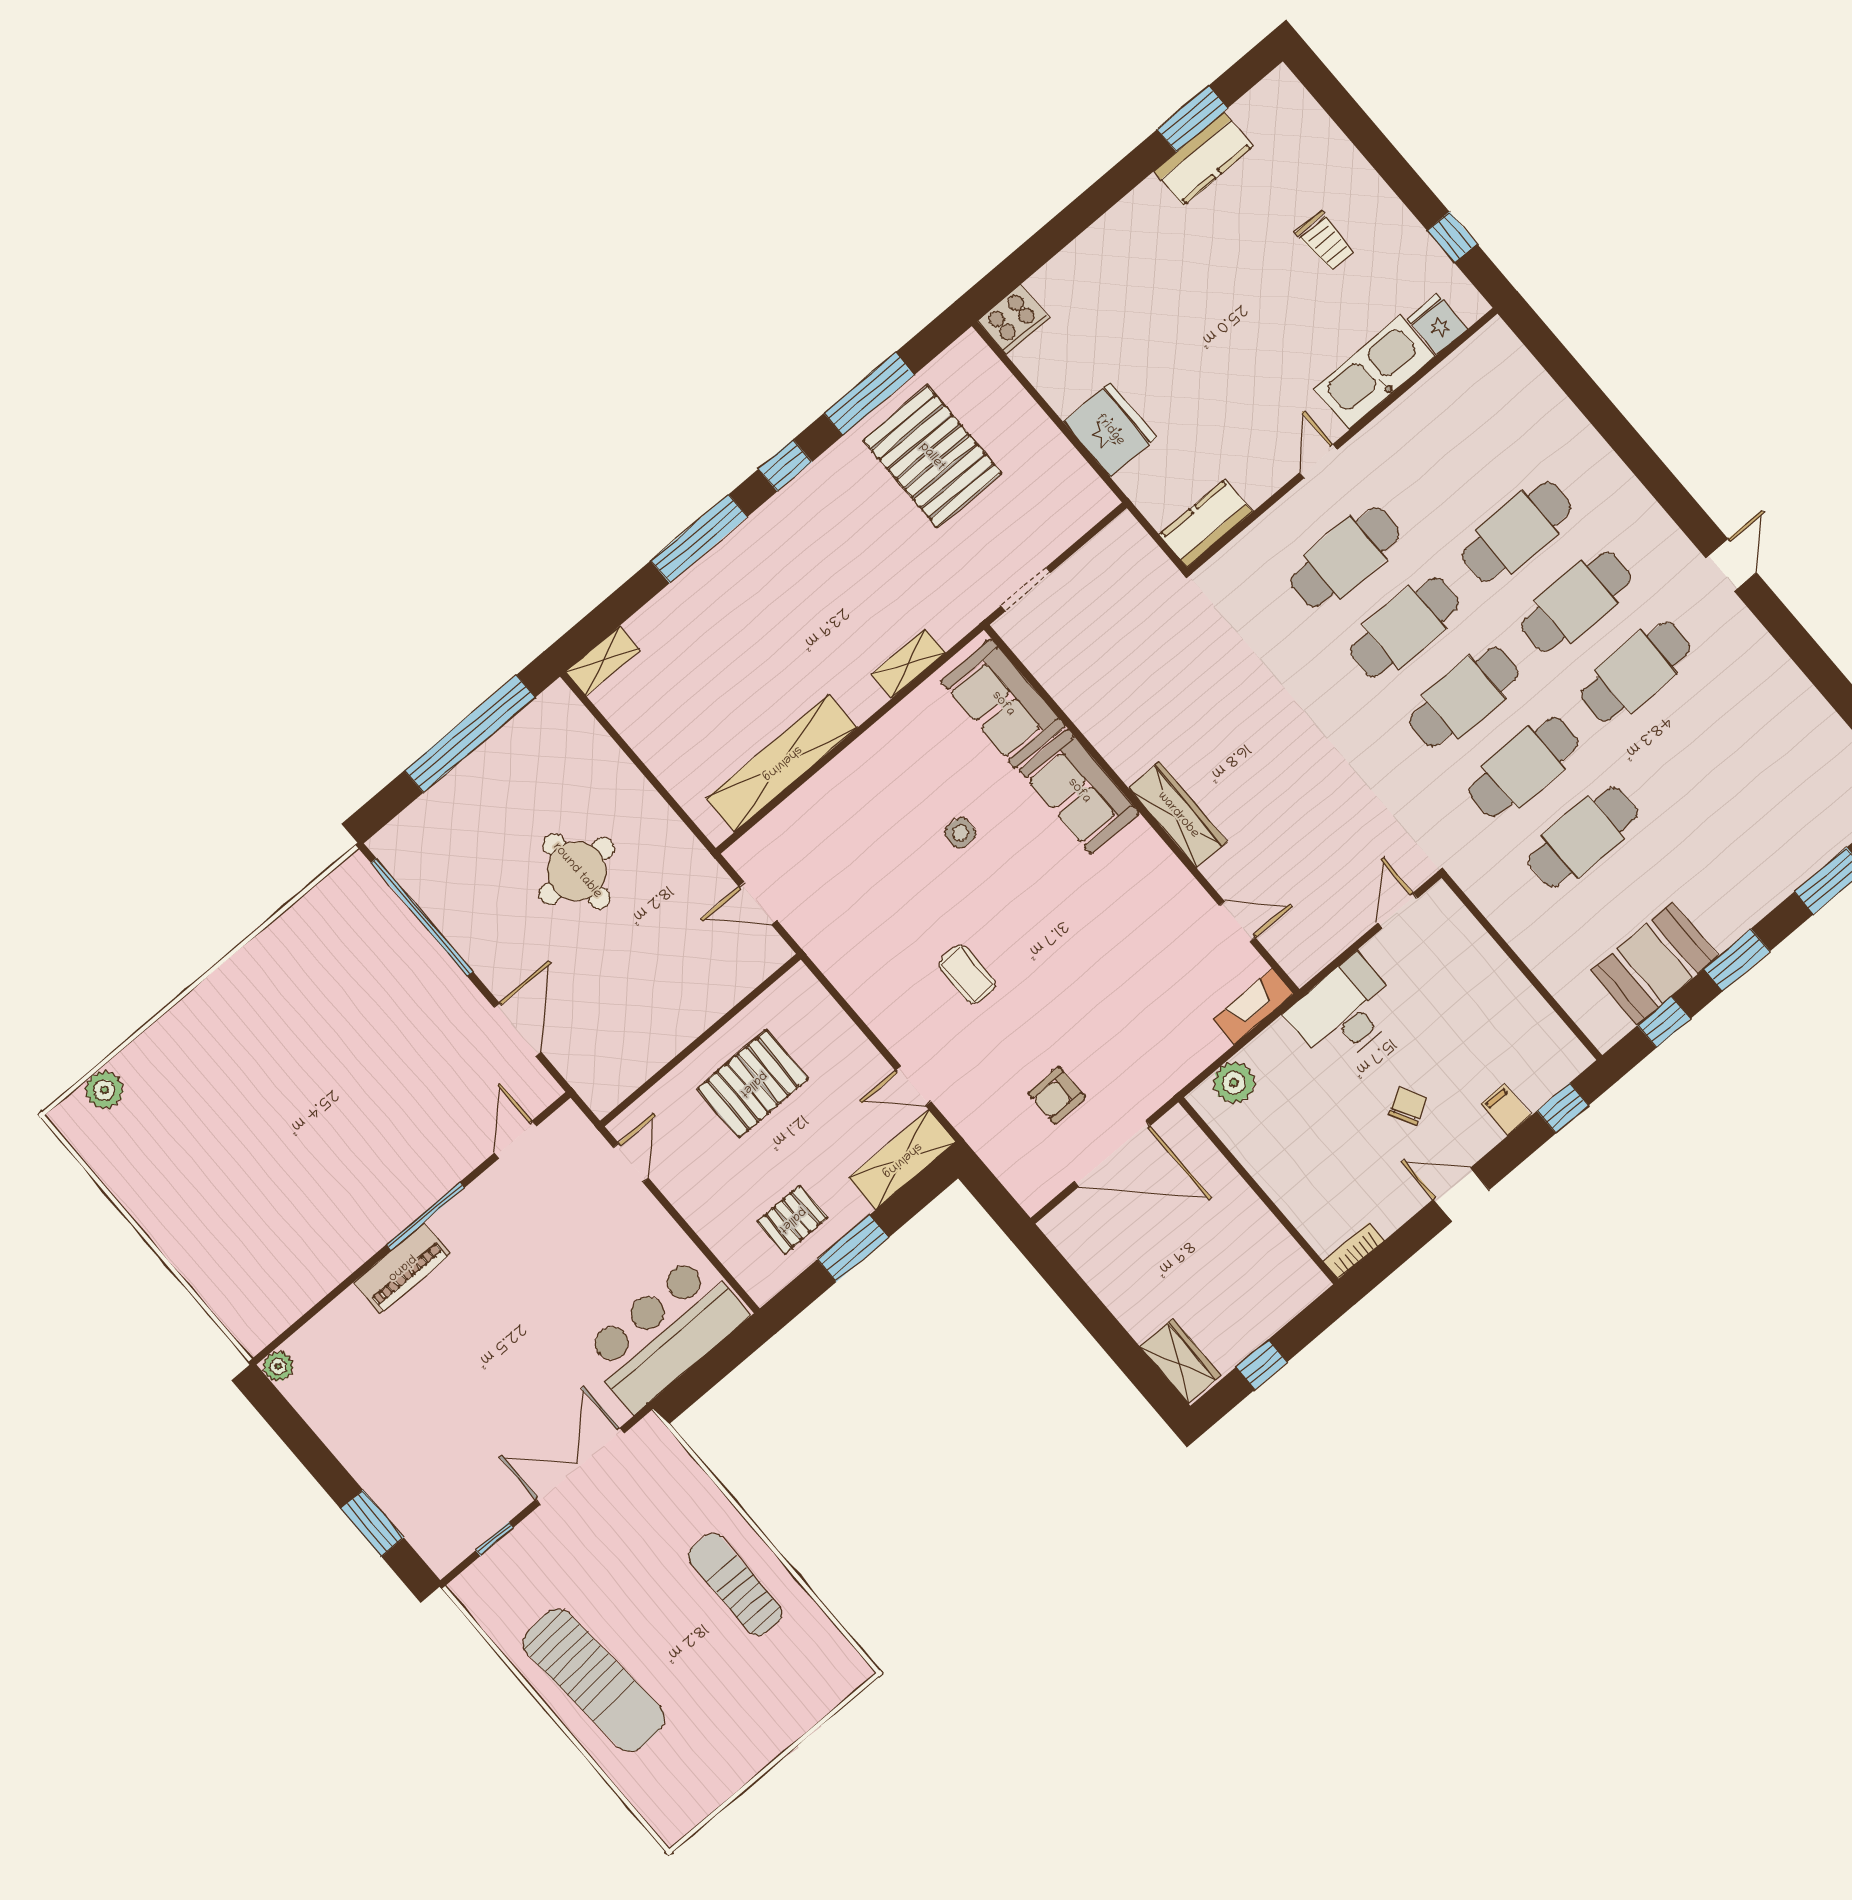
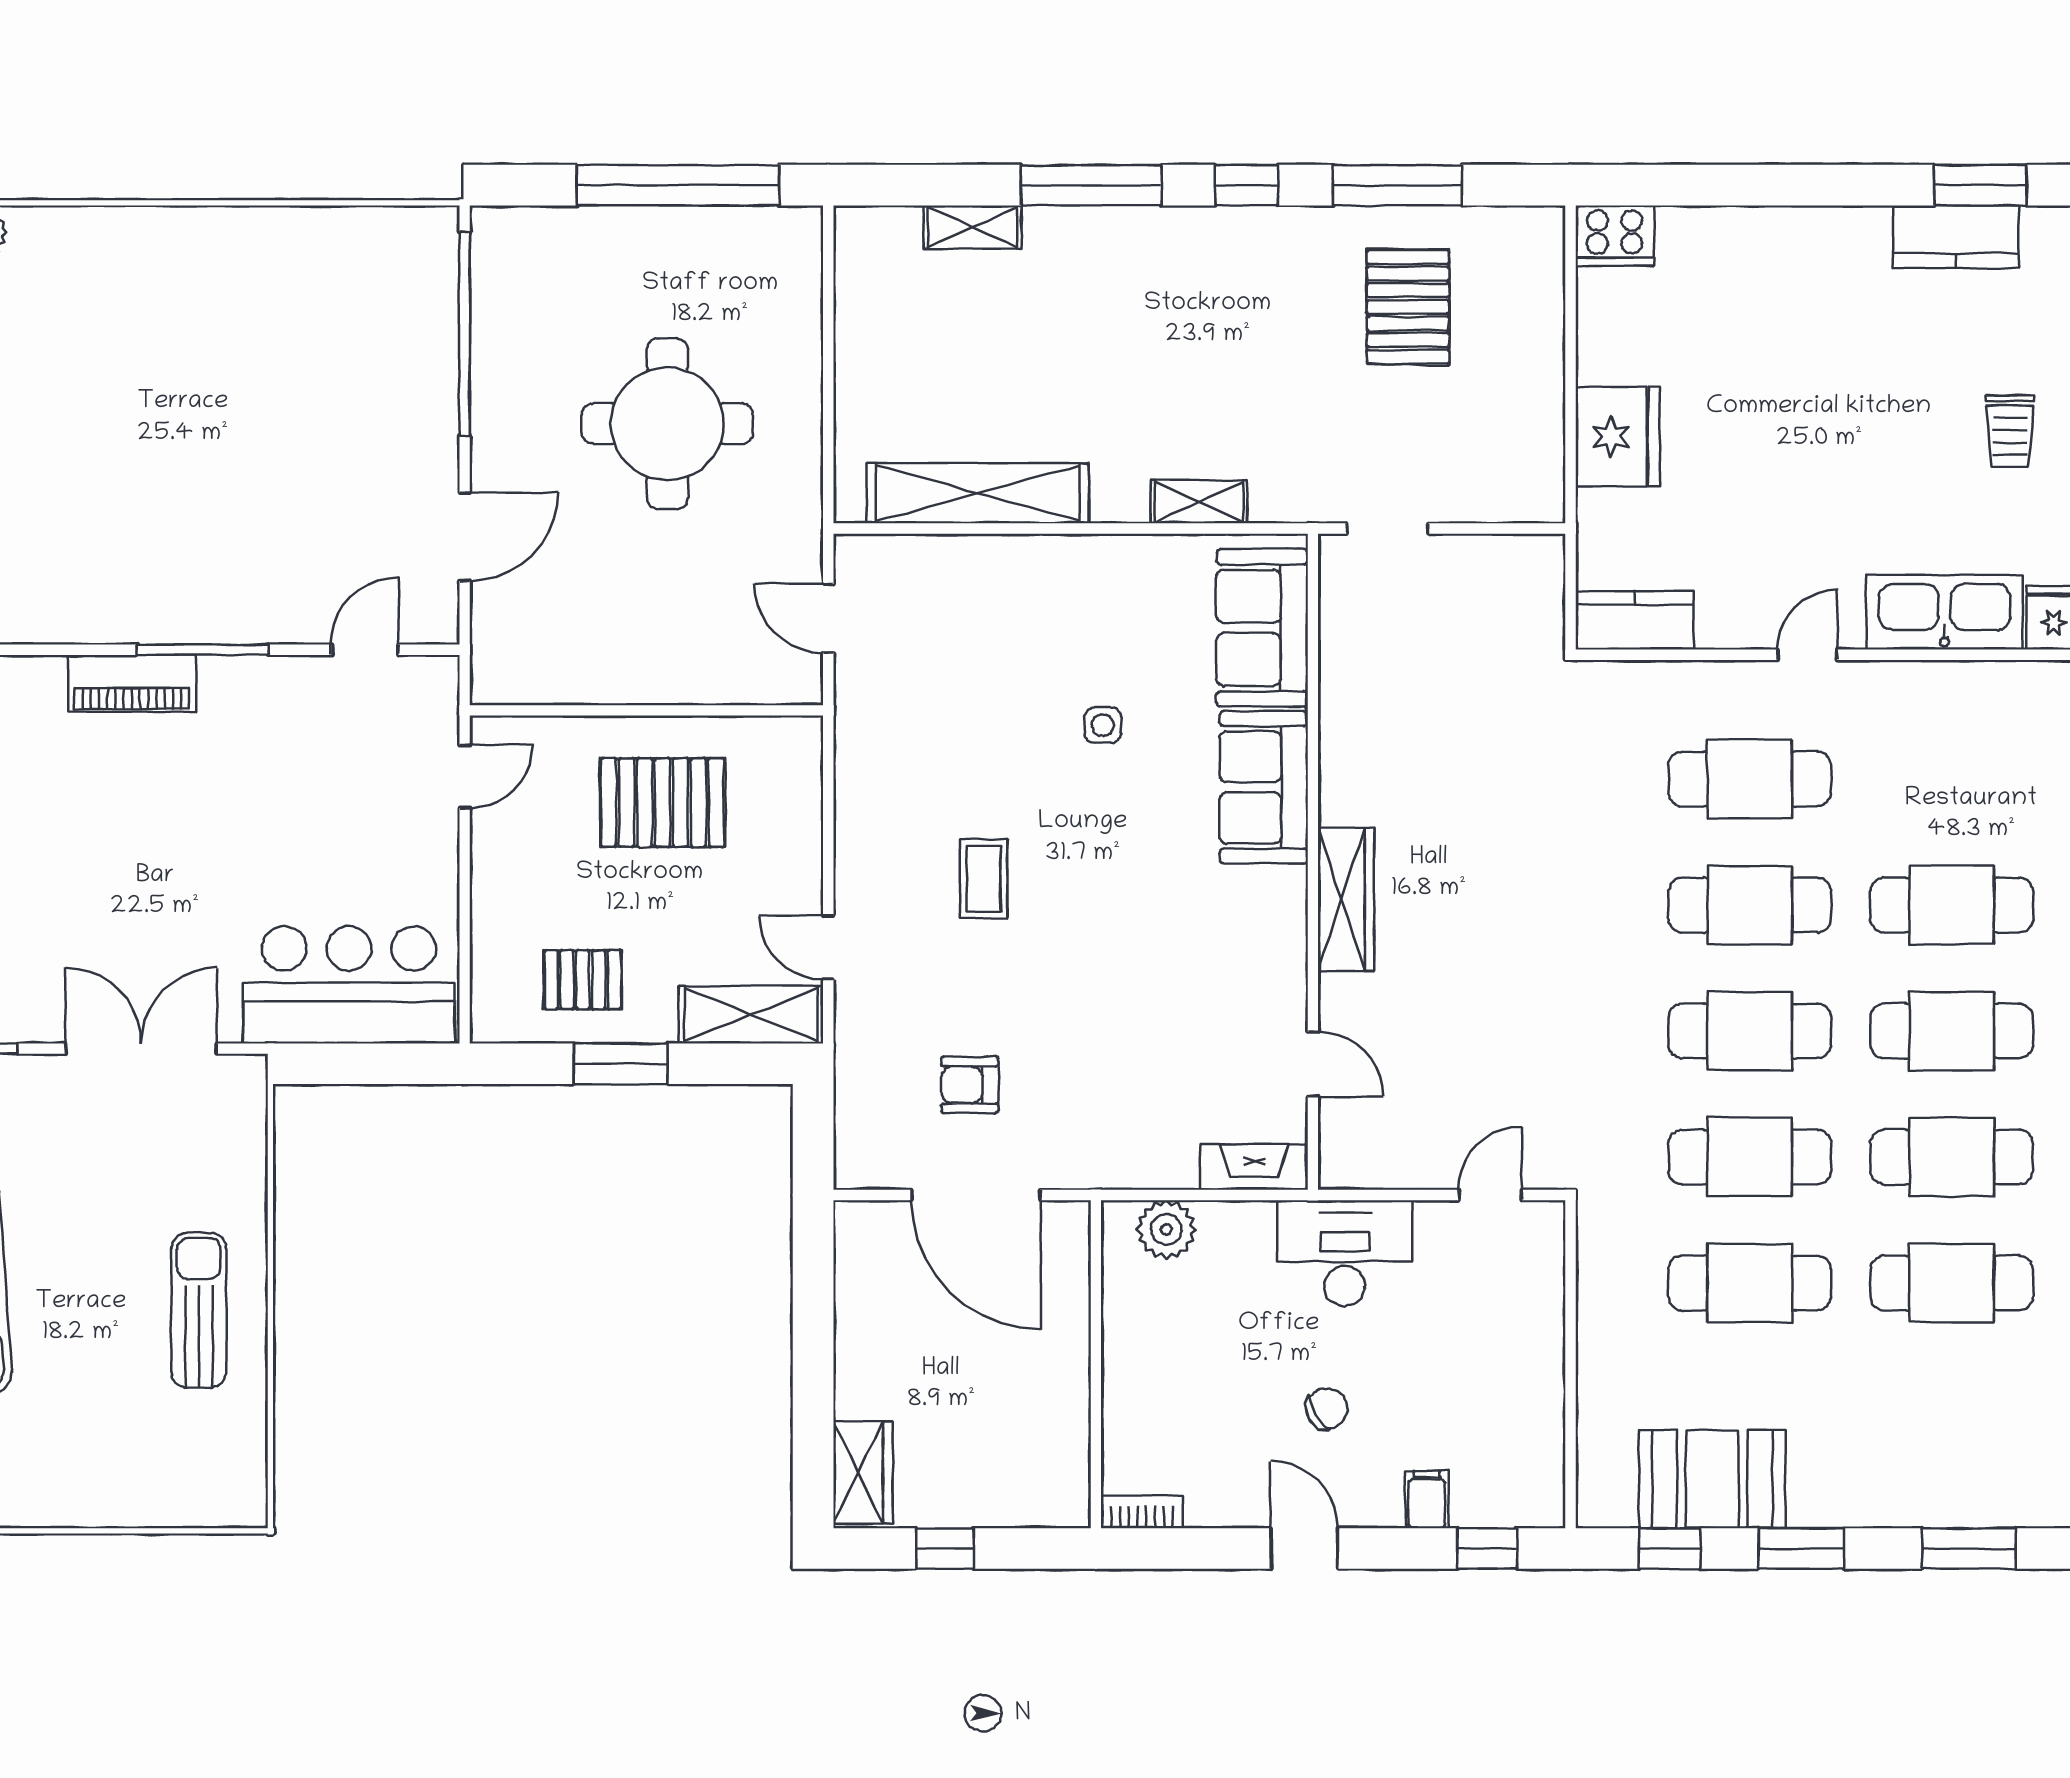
pallet: (932, 457) -> (1408, 307), width x0.73, depth x0.71
shelving: (603, 661) -> (972, 227), moved
cafe table: (1695, 741) -> (1952, 1283), added
round table: (577, 871) -> (667, 424), width x1.36, depth x1.36

